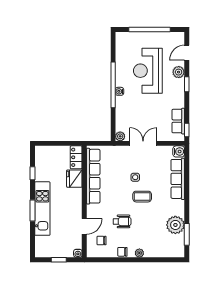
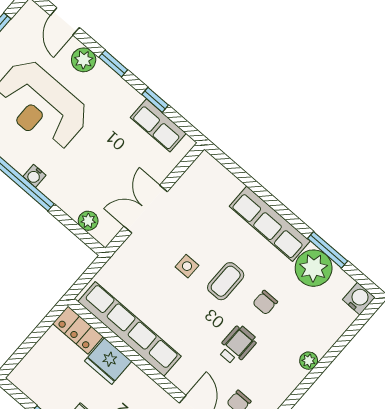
window: (187, 130) -> (155, 100), moved
plant: (120, 136) -> (88, 221), moved
water cooler: (179, 151) -> (359, 299), moved
row of seats: (178, 179) -> (270, 224), moved
window: (187, 234) -> (328, 250), moved
chair: (122, 252) -> (265, 302), moved

